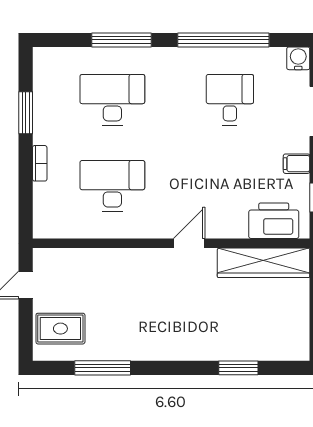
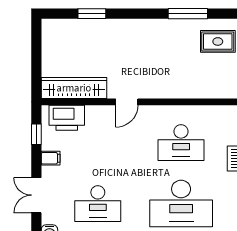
desk: (112, 100) -> (181, 204), width x1.36, depth x1.30
desk: (230, 100) -> (98, 204), width x1.37

